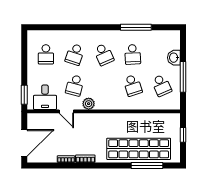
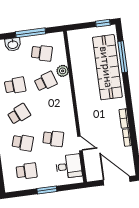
school desk: (161, 85) -> (42, 53), turned 39
window: (24, 95) -> (47, 190), moved
plant: (89, 104) -> (63, 71), moved
door: (66, 111) -> (80, 143), hinge flipped
window: (183, 135) -> (103, 23), moved

